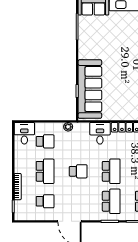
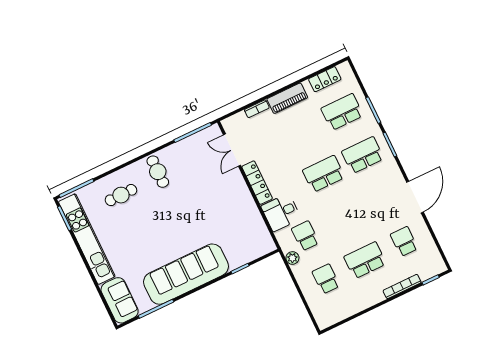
sofa: (90, 89) -> (186, 274), moved
desk: (24, 133) -> (328, 311), removed
school desk: (78, 171) -> (305, 236), moved

